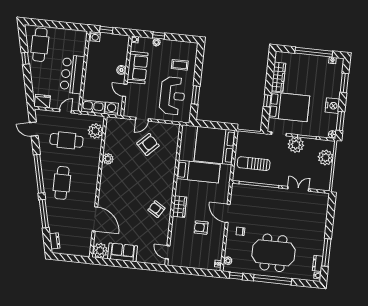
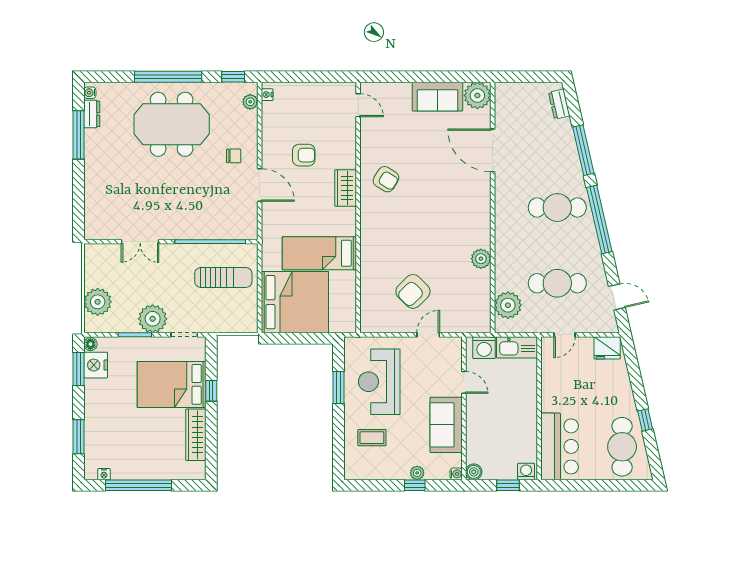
boiler: (121, 70) -> (474, 472), moved
bar counter: (72, 74) -> (560, 446), moved
nightstand: (332, 106) -> (96, 365), moved
cafe table: (62, 183) -> (557, 208), turned 90

